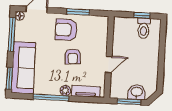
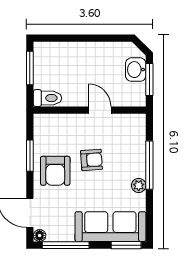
window: (142, 15) -> (30, 68), width x1.50
toilet: (144, 28) -> (48, 98), moved
plant: (65, 91) -> (139, 185), moved
tv unit: (86, 91) -> (138, 139), removed
window: (51, 97) -> (149, 165), moved

